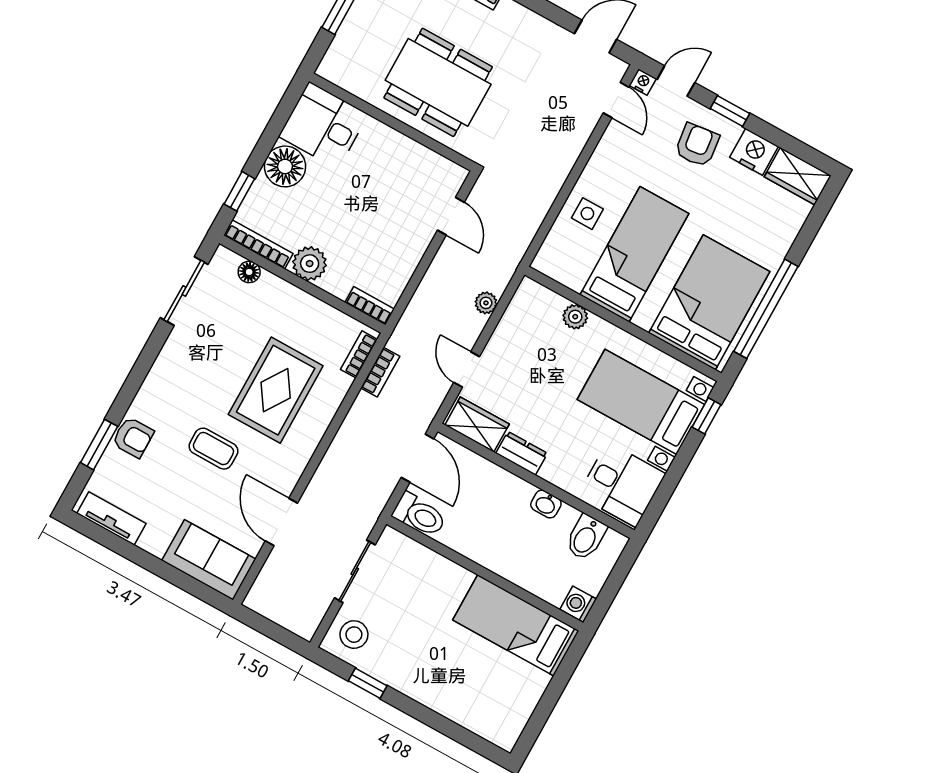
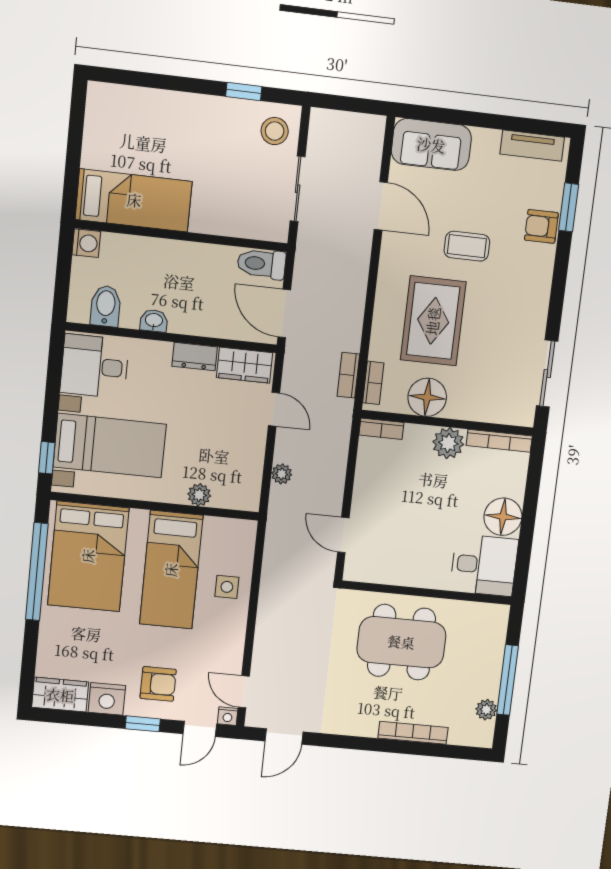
armchair: (697, 145) -> (158, 684), turned -83
window: (239, 191) -> (534, 479), removed
floor lamp: (249, 272) -> (427, 397), moved, width x1.89, depth x1.89

